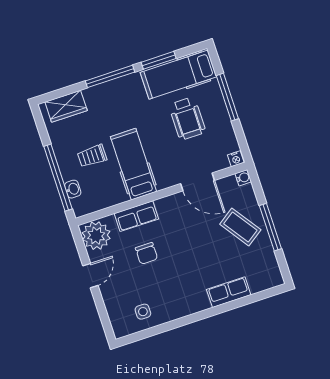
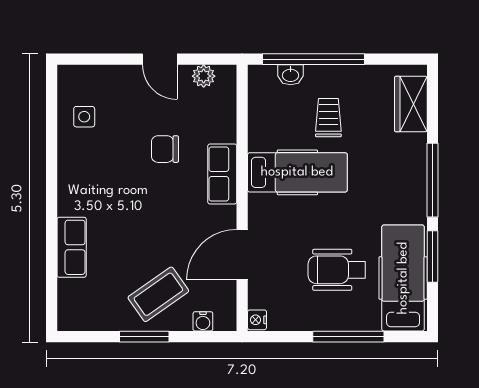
water cooler: (243, 178) -> (203, 321), moved
row of seats: (136, 216) -> (222, 174), moved
window: (270, 227) -> (144, 337), width x0.69
plant: (96, 236) -> (204, 76), width x0.53, depth x0.53

